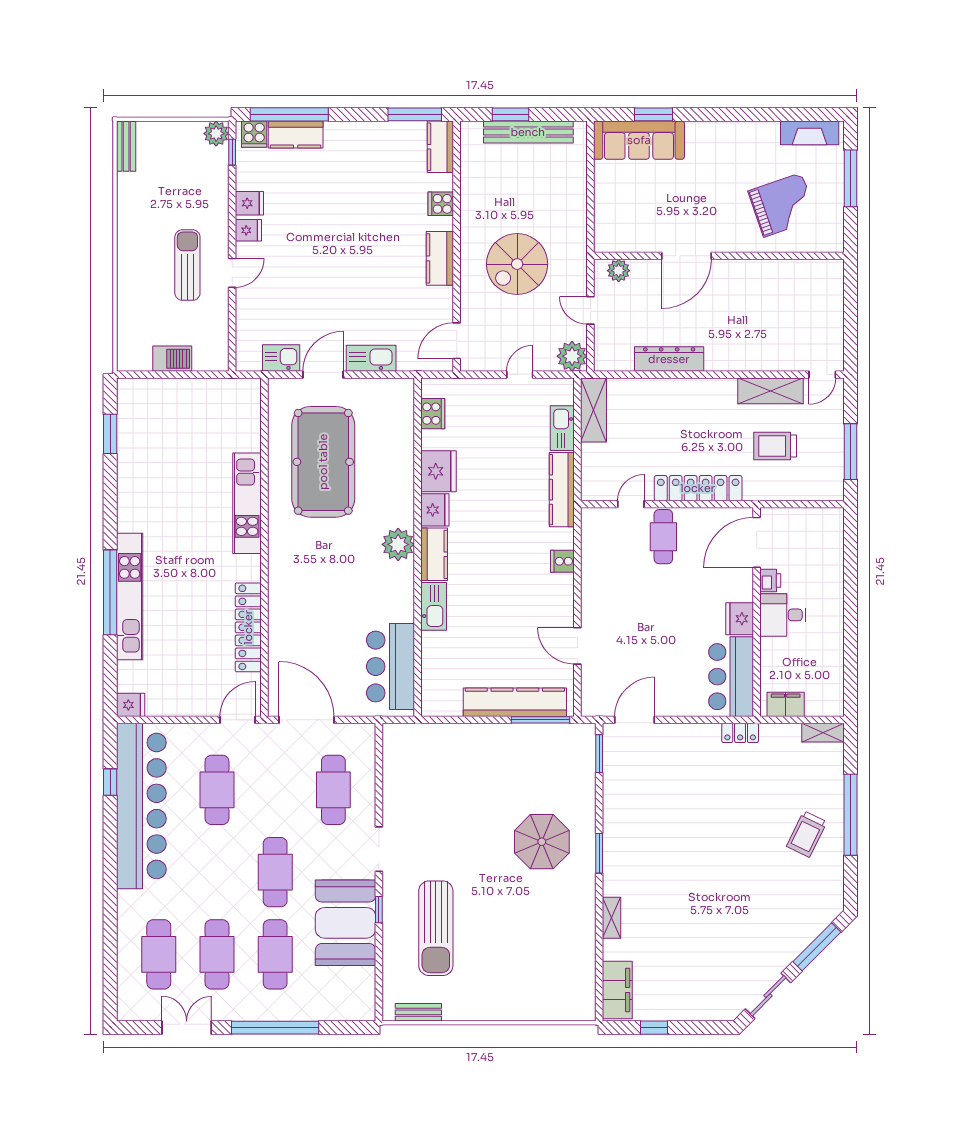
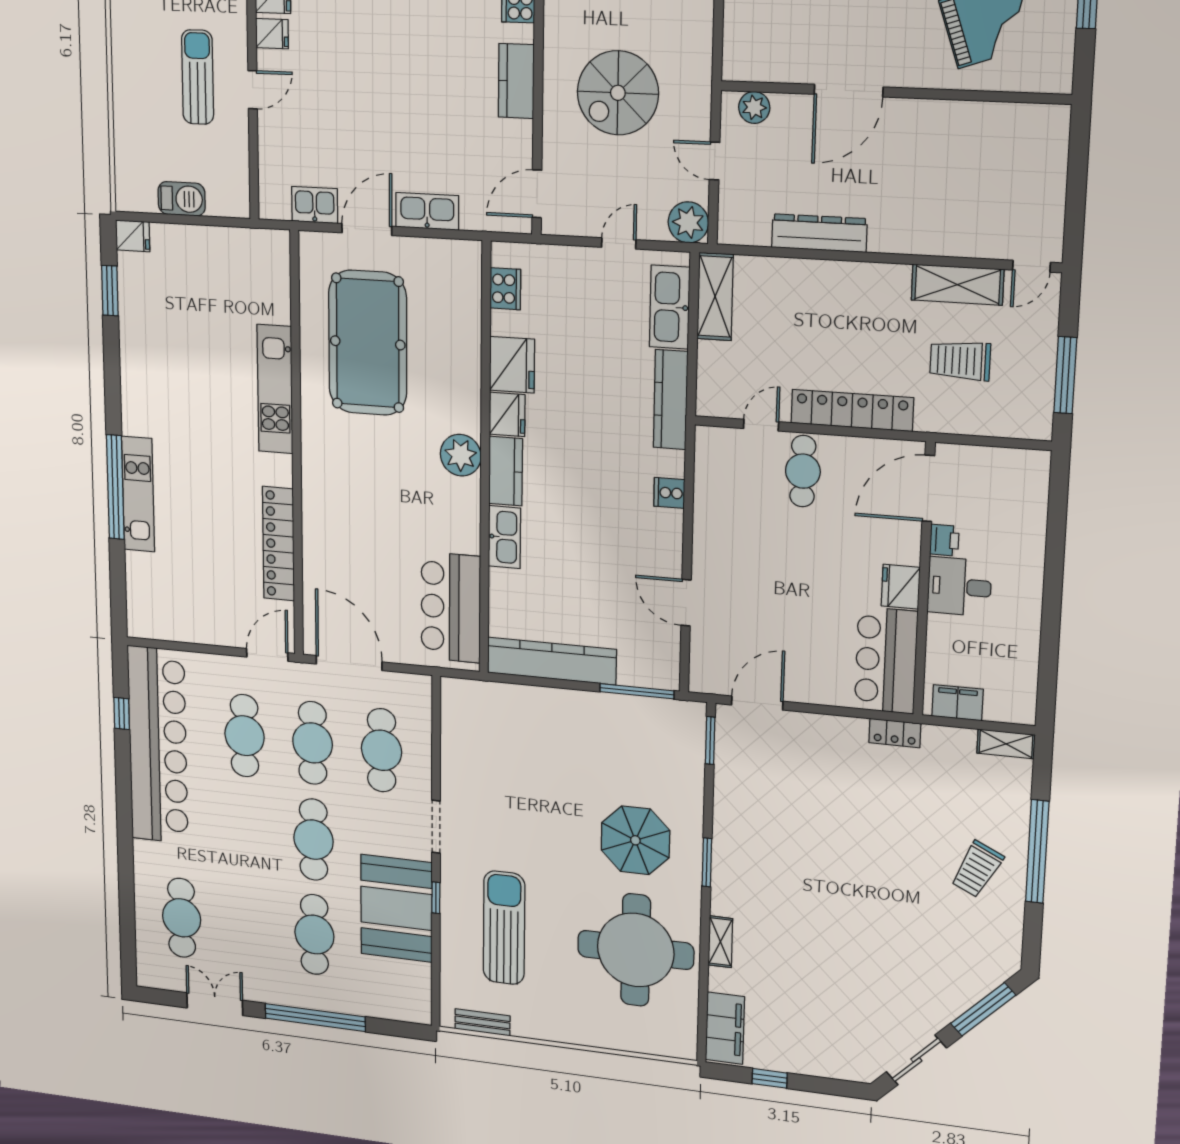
kitchen sink: (562, 428) -> (670, 307), width x1.36, depth x1.24
kitchen unit: (130, 597) -> (138, 494), width x0.73
kitchen counter: (515, 702) -> (552, 661), moved
fridge: (131, 705) -> (133, 236), moved
sun lounger: (436, 928) -> (504, 928), turned 180
round table: (544, 933) -> (636, 950), added
cafe table: (217, 954) -> (313, 743), moved

